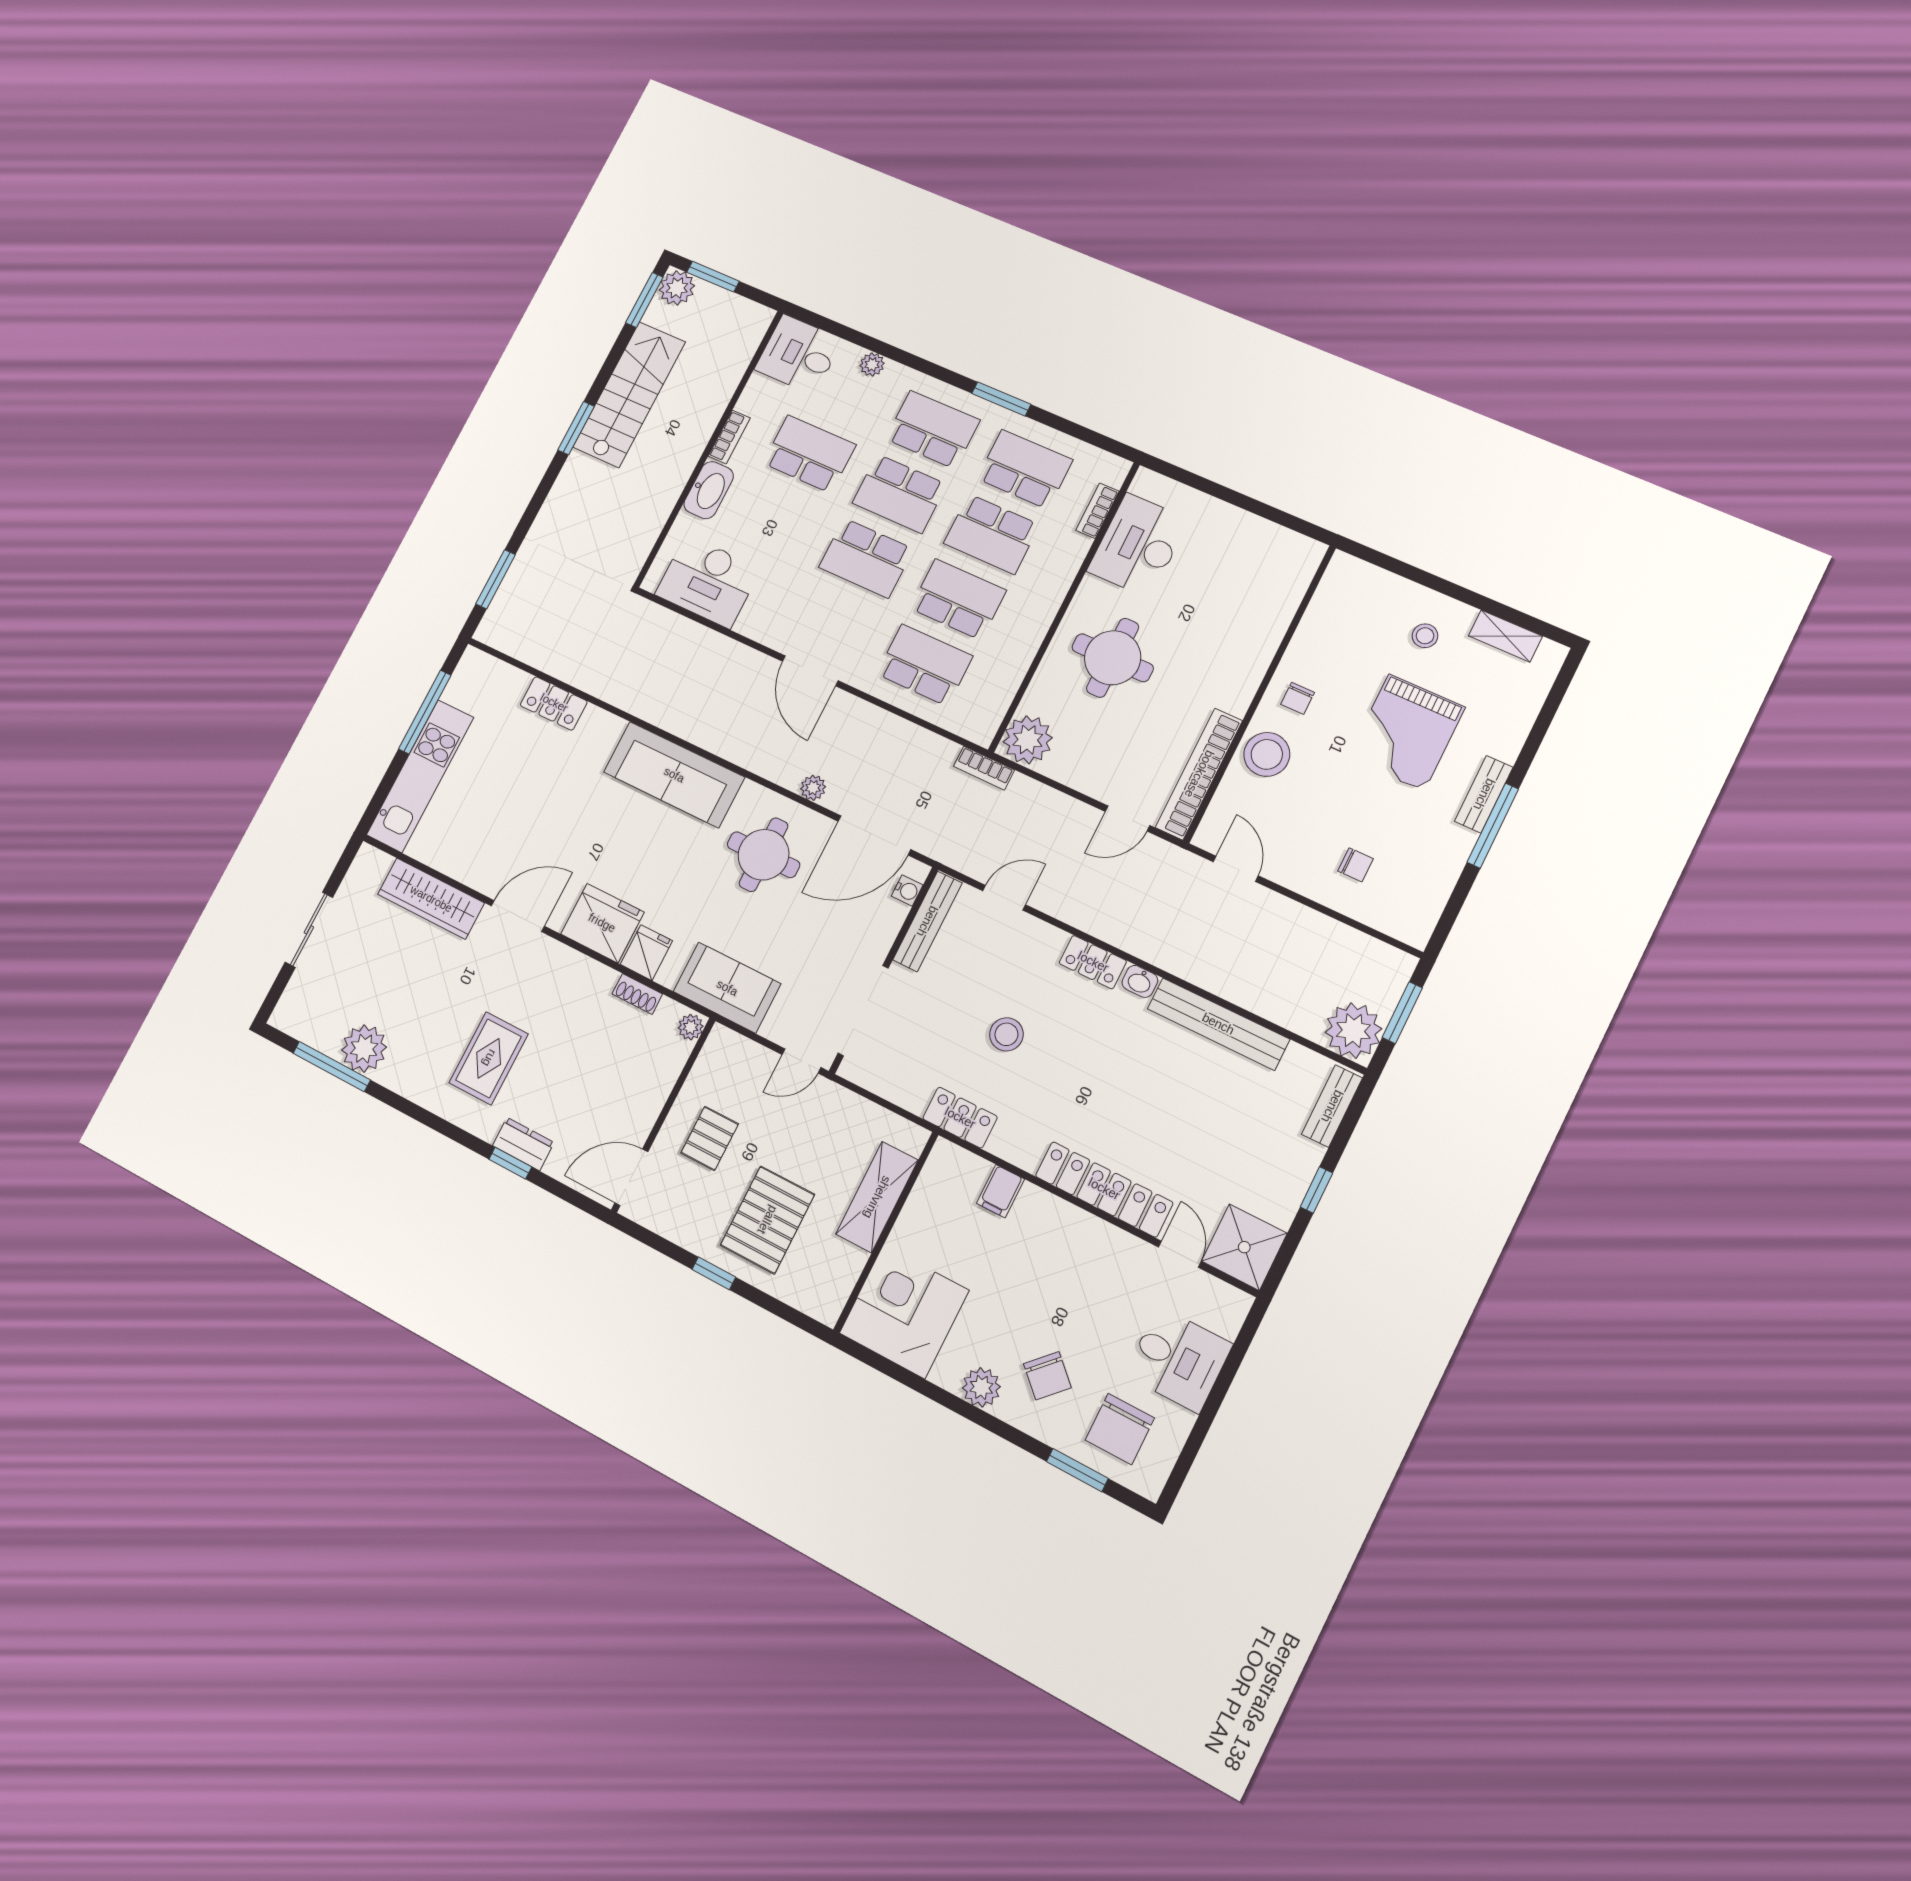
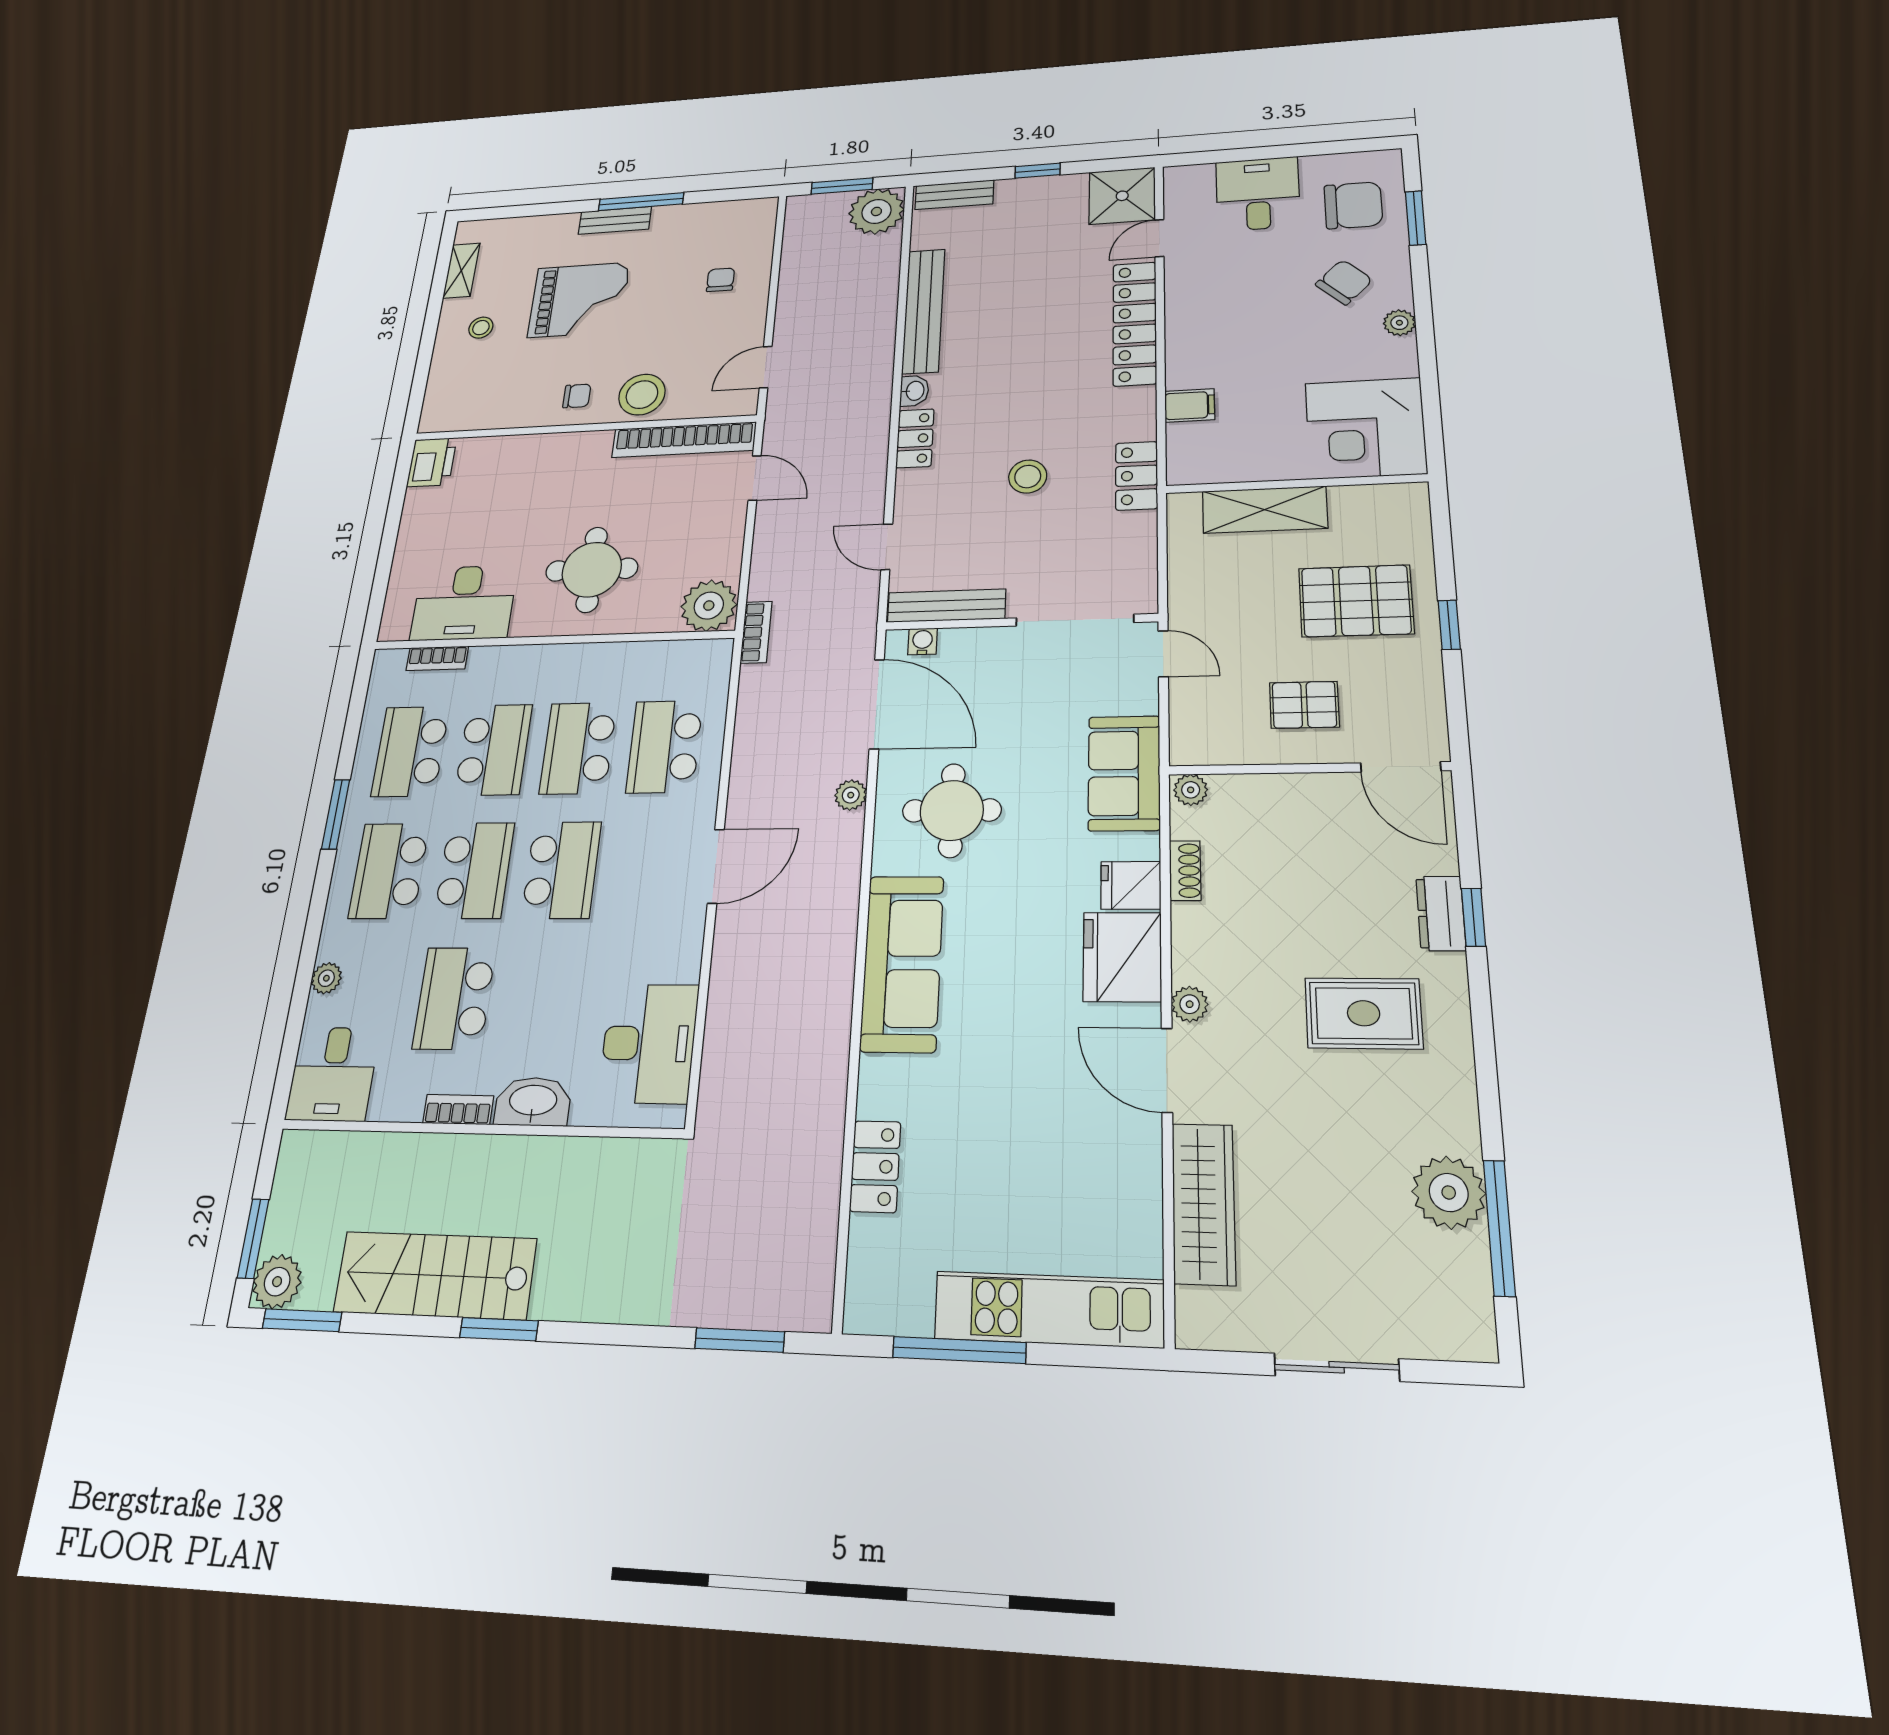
printer: (1297, 554) -> (432, 462), added
plant: (550, 951) -> (1190, 1004), added
plant: (981, 1387) -> (1399, 323), width x0.73, depth x0.73

